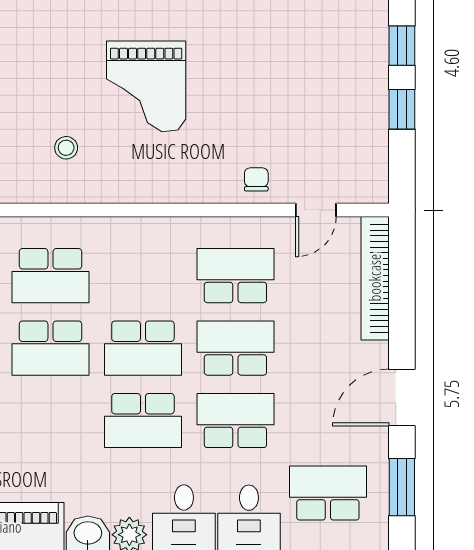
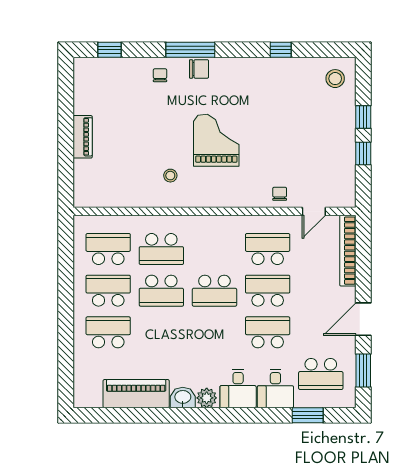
grand piano: (146, 86) -> (216, 140), turned 180
school desk: (143, 421) -> (214, 332), removed
school desk: (328, 493) -> (321, 374), turned 180

